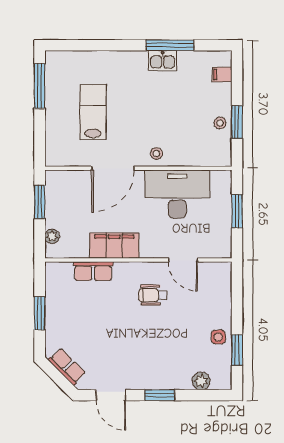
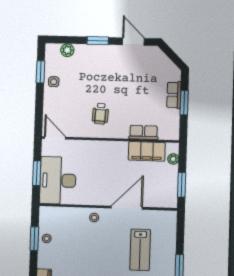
desk: (177, 194) -> (58, 180), moved, turned 90
filing cabinet: (114, 246) -> (147, 151), moved
door: (183, 260) -> (55, 138), moved
wheelchair: (153, 295) -> (100, 114), turned 94
row of seats: (67, 367) -> (174, 95), moved, turned 45

